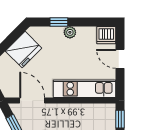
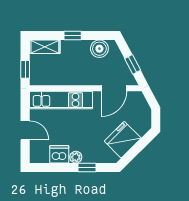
dishwasher: (106, 35) -> (59, 154), moved
door: (32, 100) -> (114, 88), hinge flipped

